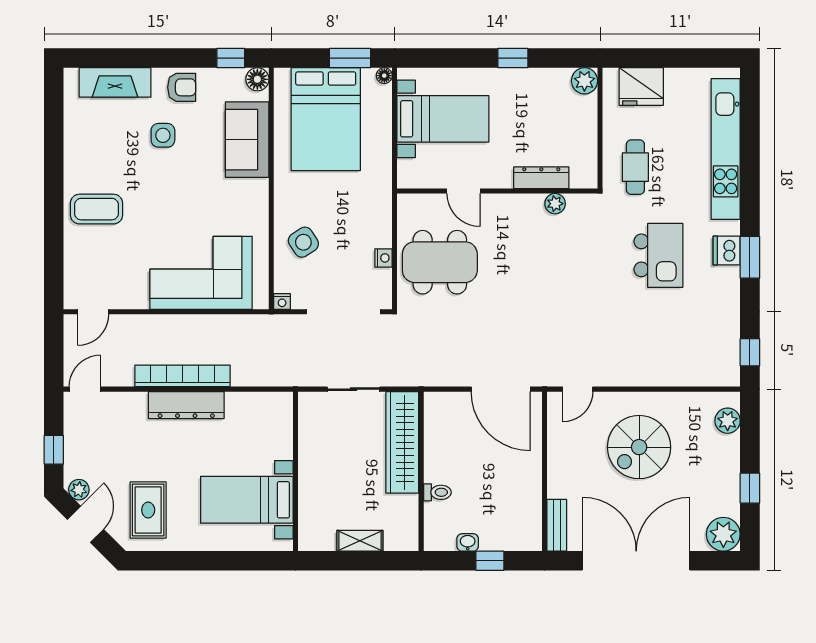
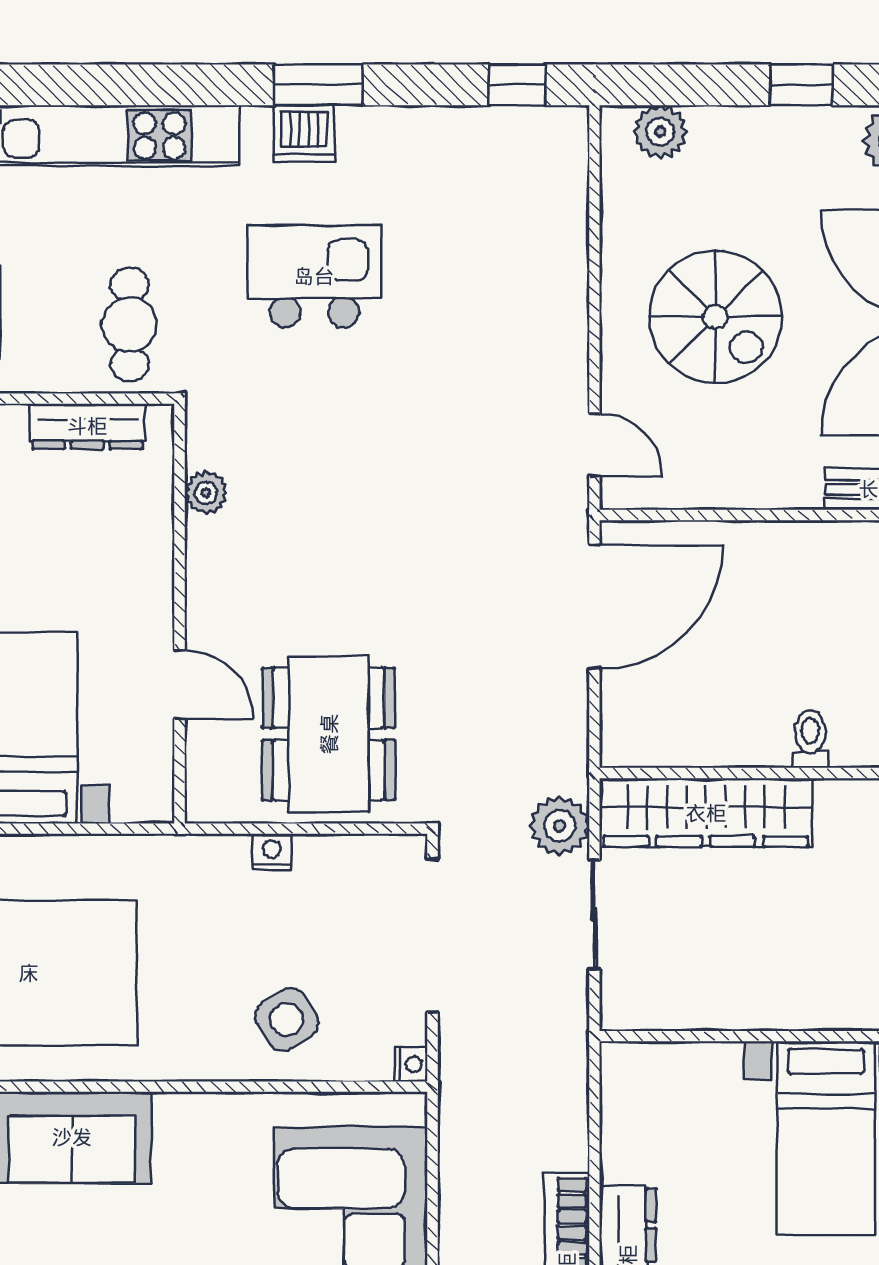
cafe table: (635, 167) -> (130, 325), turned 90
dresser: (541, 178) -> (87, 426), moved, turned -90
door: (464, 191) -> (179, 684), hinge flipped
nightstand: (384, 258) -> (272, 852), moved
plant: (396, 373) -> (560, 826), added

